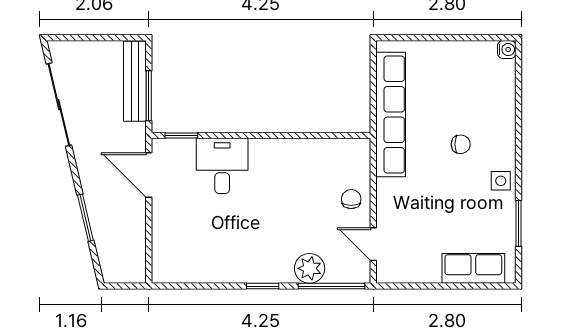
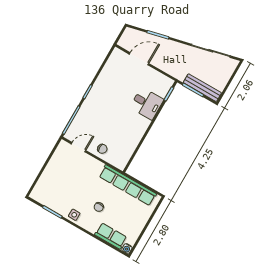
door: (149, 175) -> (139, 59), moved
plant: (310, 268) -> (84, 115), removed
row of seats: (473, 268) -> (111, 236), moved, turned -90

